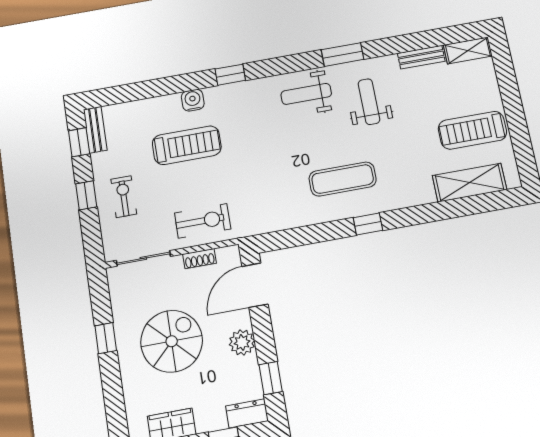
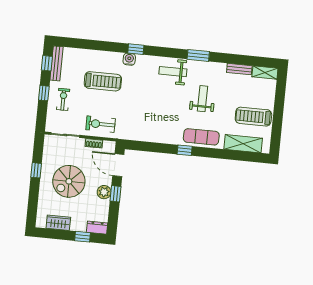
water cooler: (193, 100) -> (129, 59), moved
weight bench: (369, 102) -> (202, 99), moved
bench: (95, 130) -> (56, 63), width x1.36
exercise mat: (343, 179) -> (201, 137), moved
exercise bike: (203, 221) -> (101, 124), turned 180
door: (255, 285) -> (118, 165), hinge flipped
spiral stairs: (172, 341) -> (69, 181), turned 180
window: (271, 378) -> (115, 194), moved

